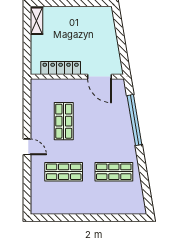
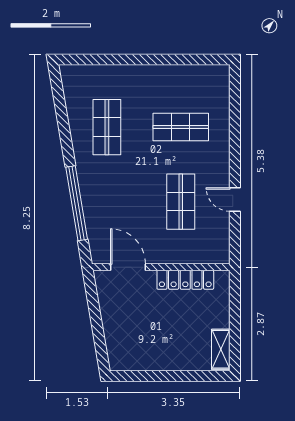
door: (27, 147) -> (235, 200), moved
shop shelf: (114, 172) -> (107, 127), turned 90

